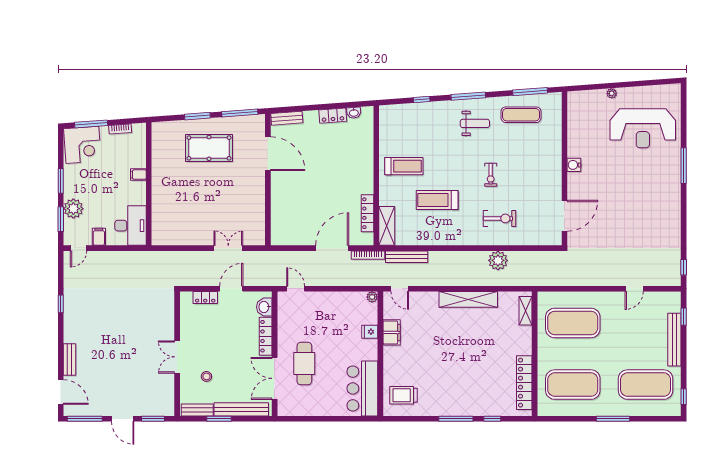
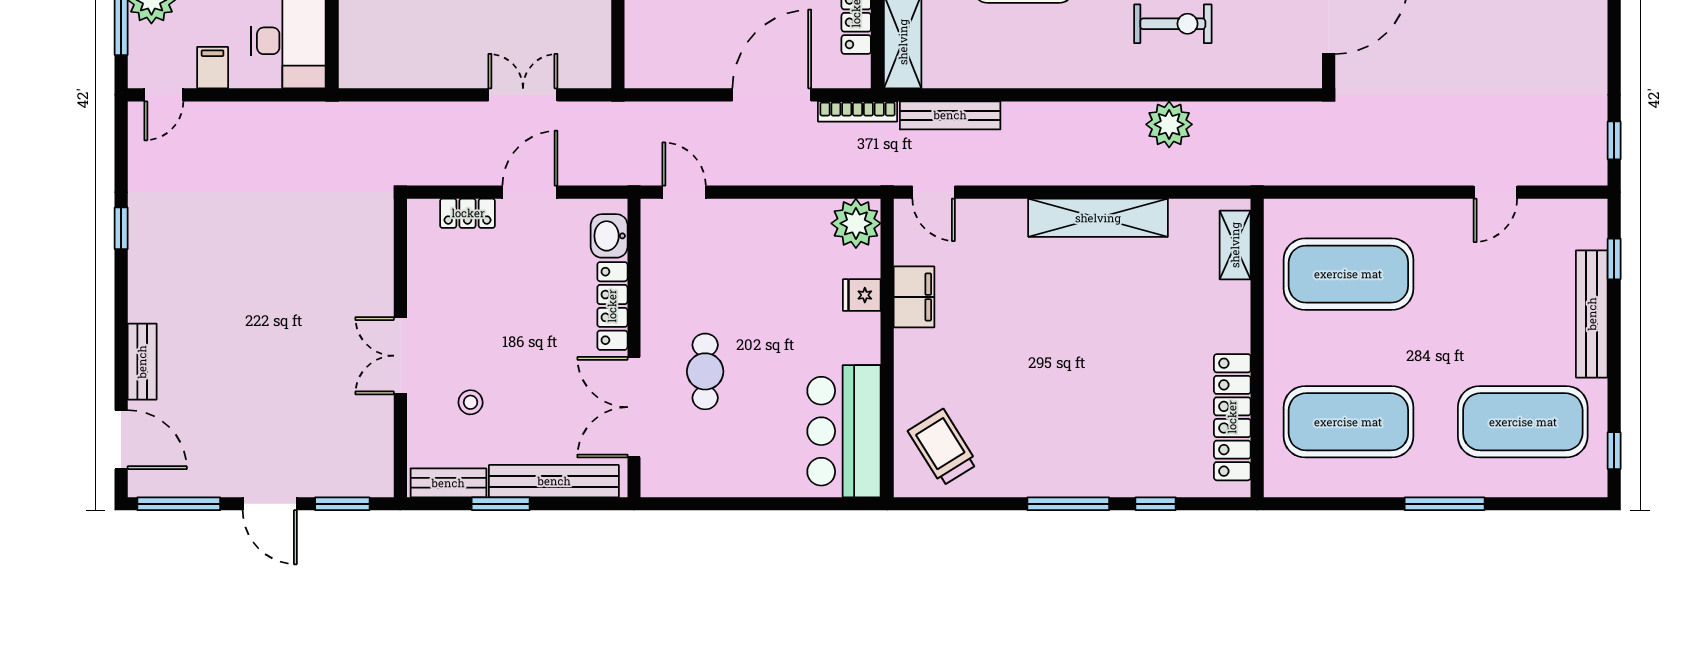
plant: (372, 297) -> (856, 223), width x1.88, depth x1.88
cafe table: (304, 364) -> (705, 371), width x0.73, depth x0.74
trolley: (404, 395) -> (943, 447), turned 58

